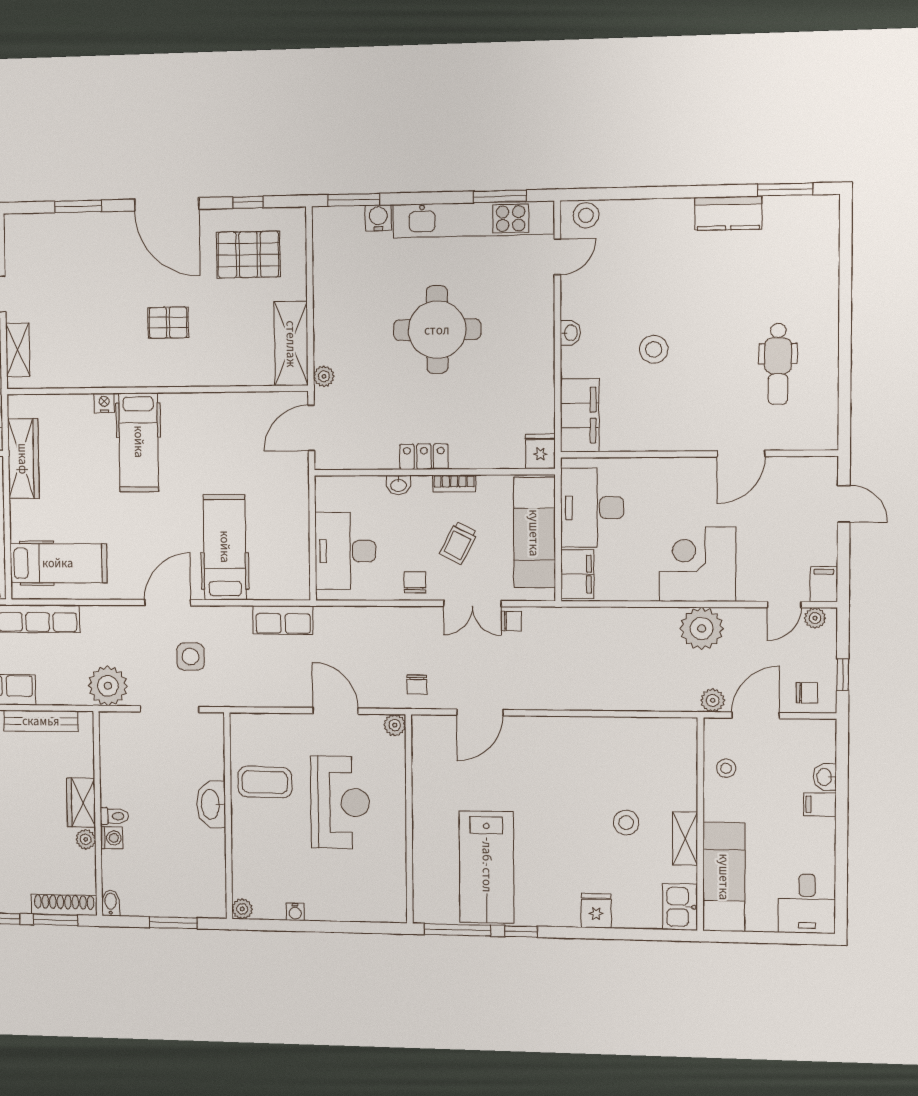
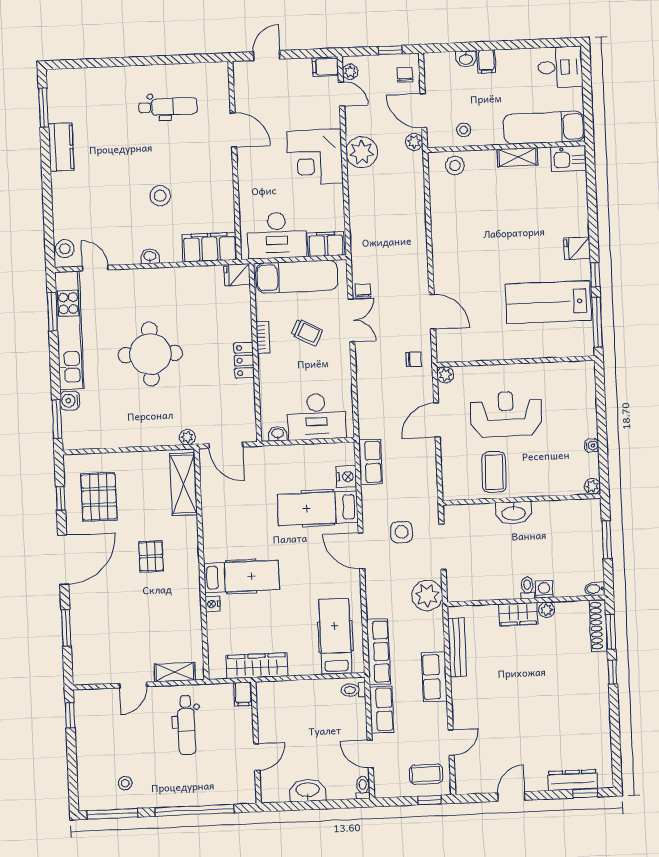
shelving: (291, 344) -> (183, 484), moved, turned 90
washbasin: (398, 485) -> (278, 434), moved, turned -90
chair: (415, 582) -> (337, 364), removed
nightstand: (265, 587) -> (346, 477), added
stool: (626, 823) -> (455, 165), moved
lab bench: (487, 867) -> (548, 302), turned 180
fridge: (596, 911) -> (577, 248), moved

